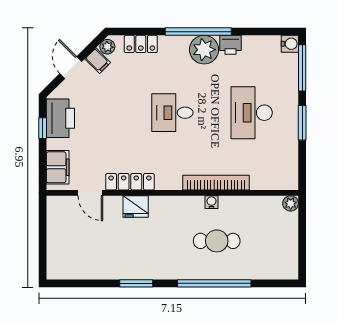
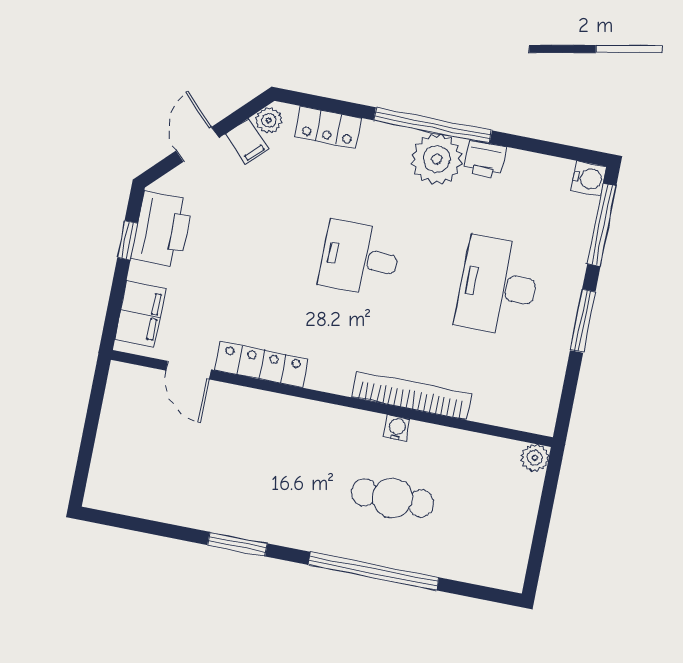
fridge: (136, 206) -> (263, 410), removed

